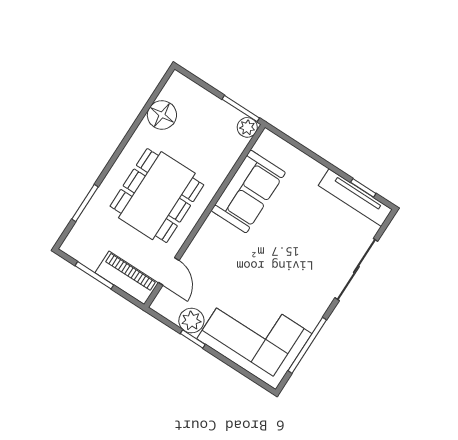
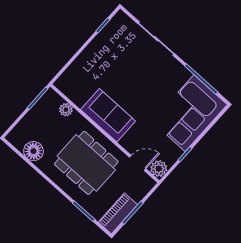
plant: (247, 127) -> (66, 110), moved
sofa: (248, 191) -> (108, 115), moved
tv unit: (355, 198) -> (108, 32), removed
piano: (127, 278) -> (118, 213), moved
plant: (191, 321) -> (159, 169), moved

